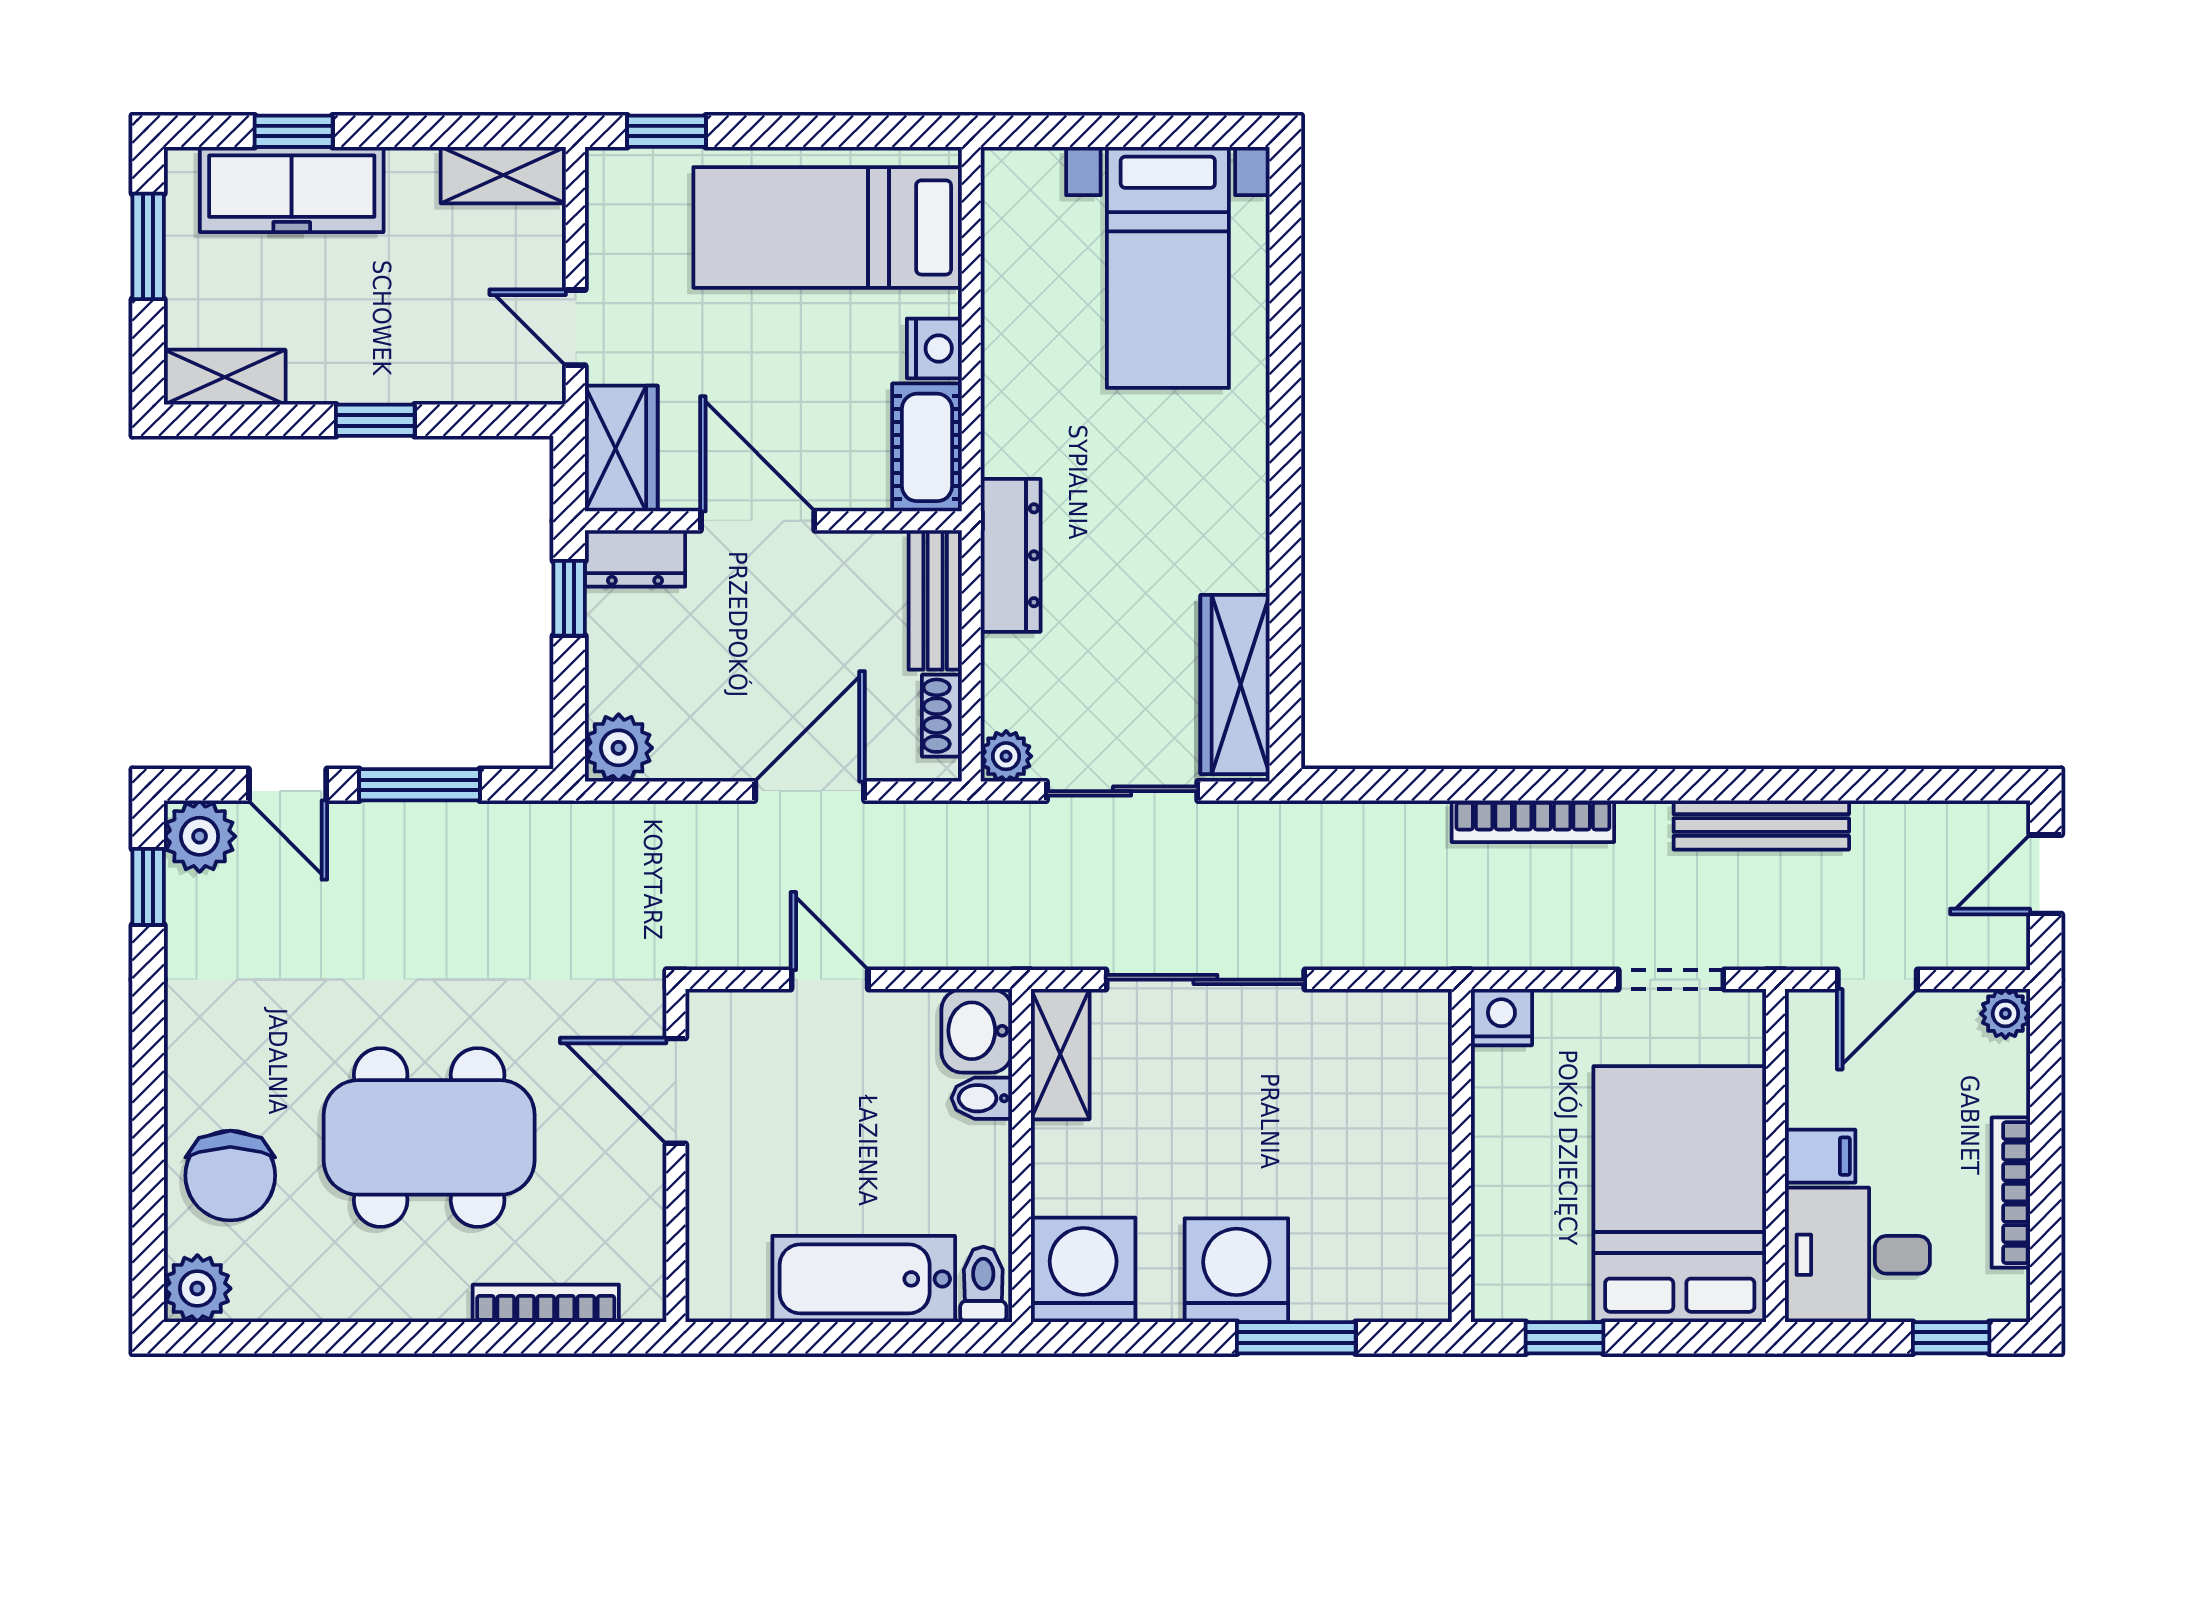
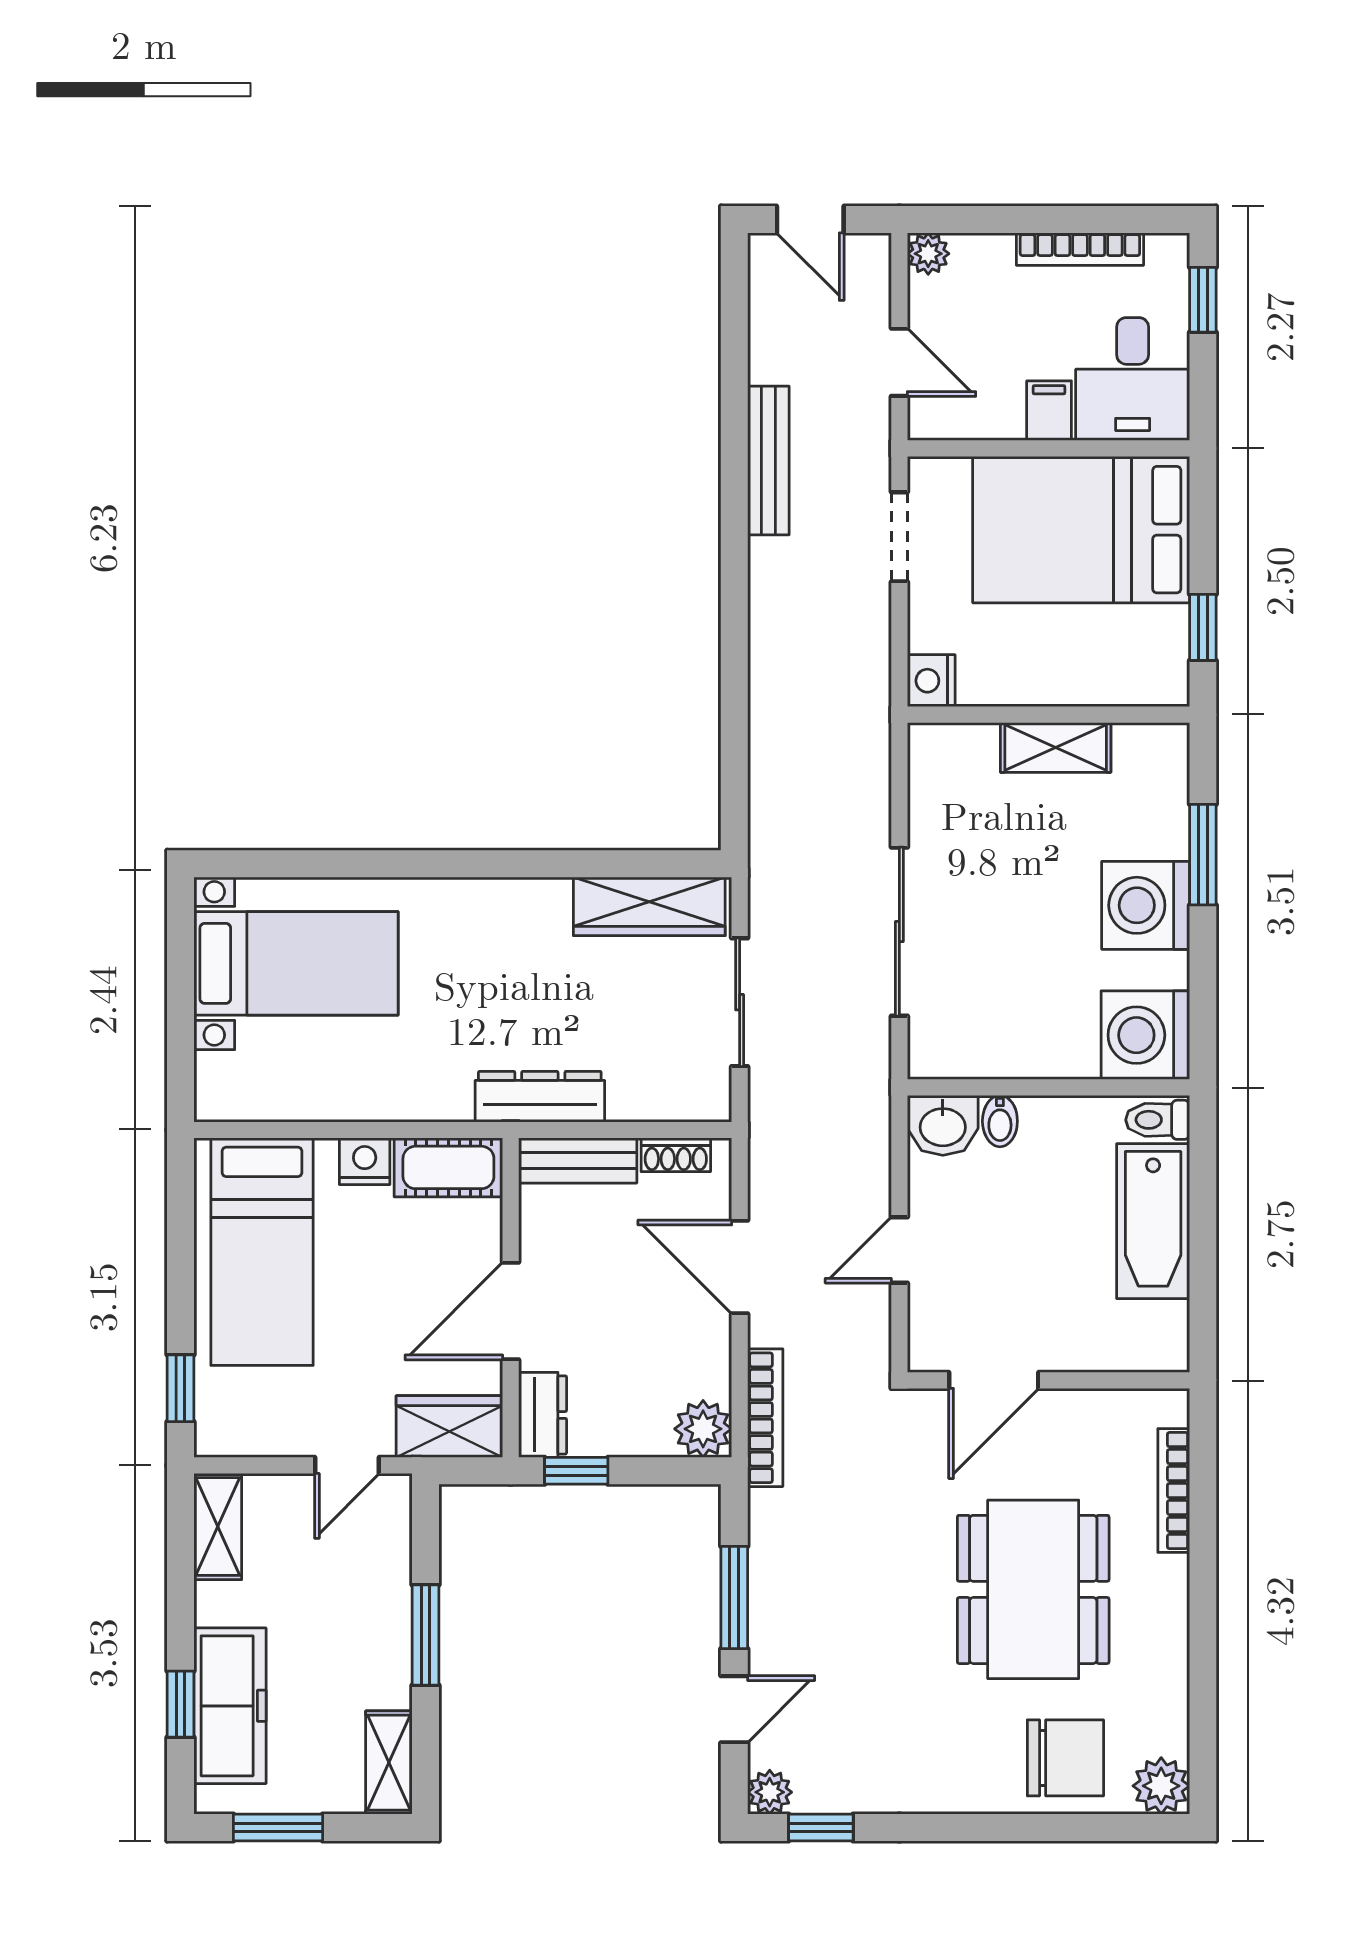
window: (375, 420) -> (425, 1635), width x1.50
plant: (1006, 756) -> (710, 1100), removed
bookcase: (1533, 821) -> (765, 1418), moved
plant: (200, 836) -> (770, 1792), width x0.73, depth x0.73
shelving: (1060, 1054) -> (1056, 748), moved

